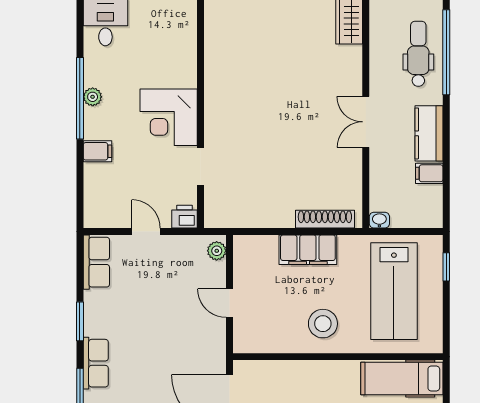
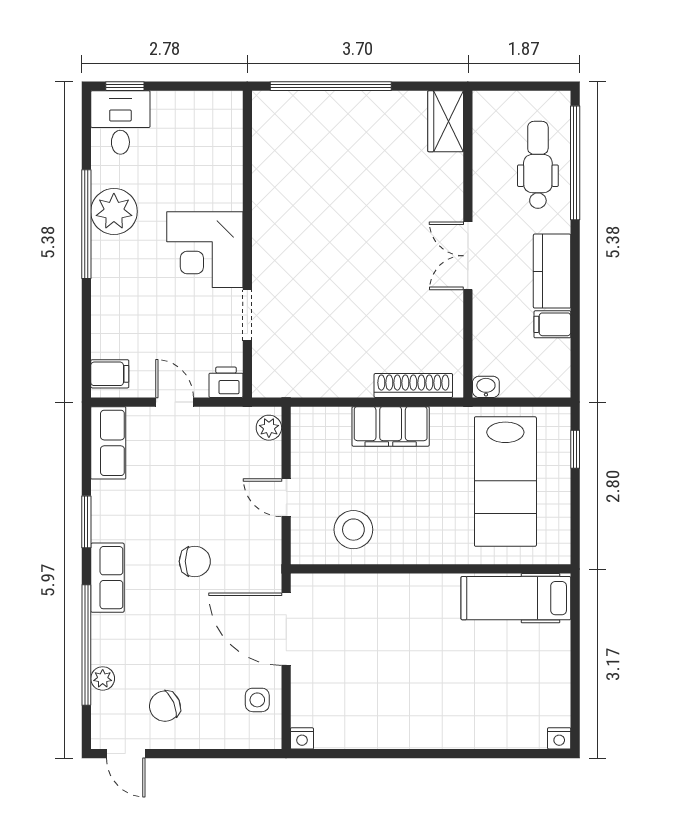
plant: (93, 97) -> (114, 211), width x1.88, depth x1.88
filing cabinet: (97, 151) -> (110, 374), moved
stool: (323, 324) -> (353, 530), moved
chair: (161, 351) -> (195, 561), added

